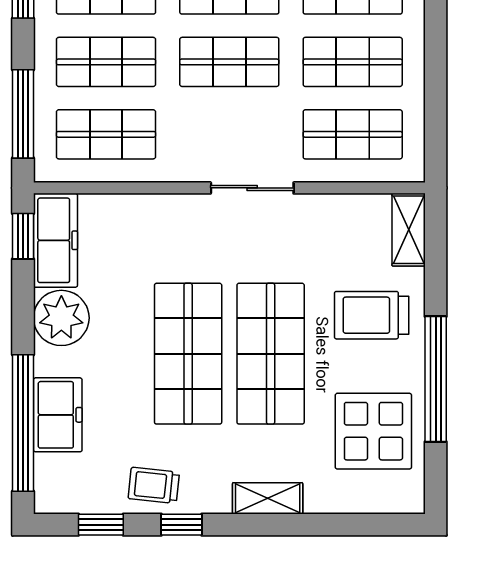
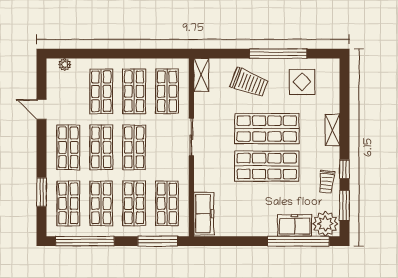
shelving: (409, 230) -> (201, 75), moved, turned 90
window: (23, 236) -> (213, 241), removed
freezer: (55, 240) -> (204, 214), moved, turned 90
trolley: (372, 315) -> (249, 83), turned -69
plant: (61, 318) -> (325, 224), moved
display table: (373, 431) -> (302, 82), width x0.73, depth x0.73
window: (101, 525) -> (344, 206), width x1.50

